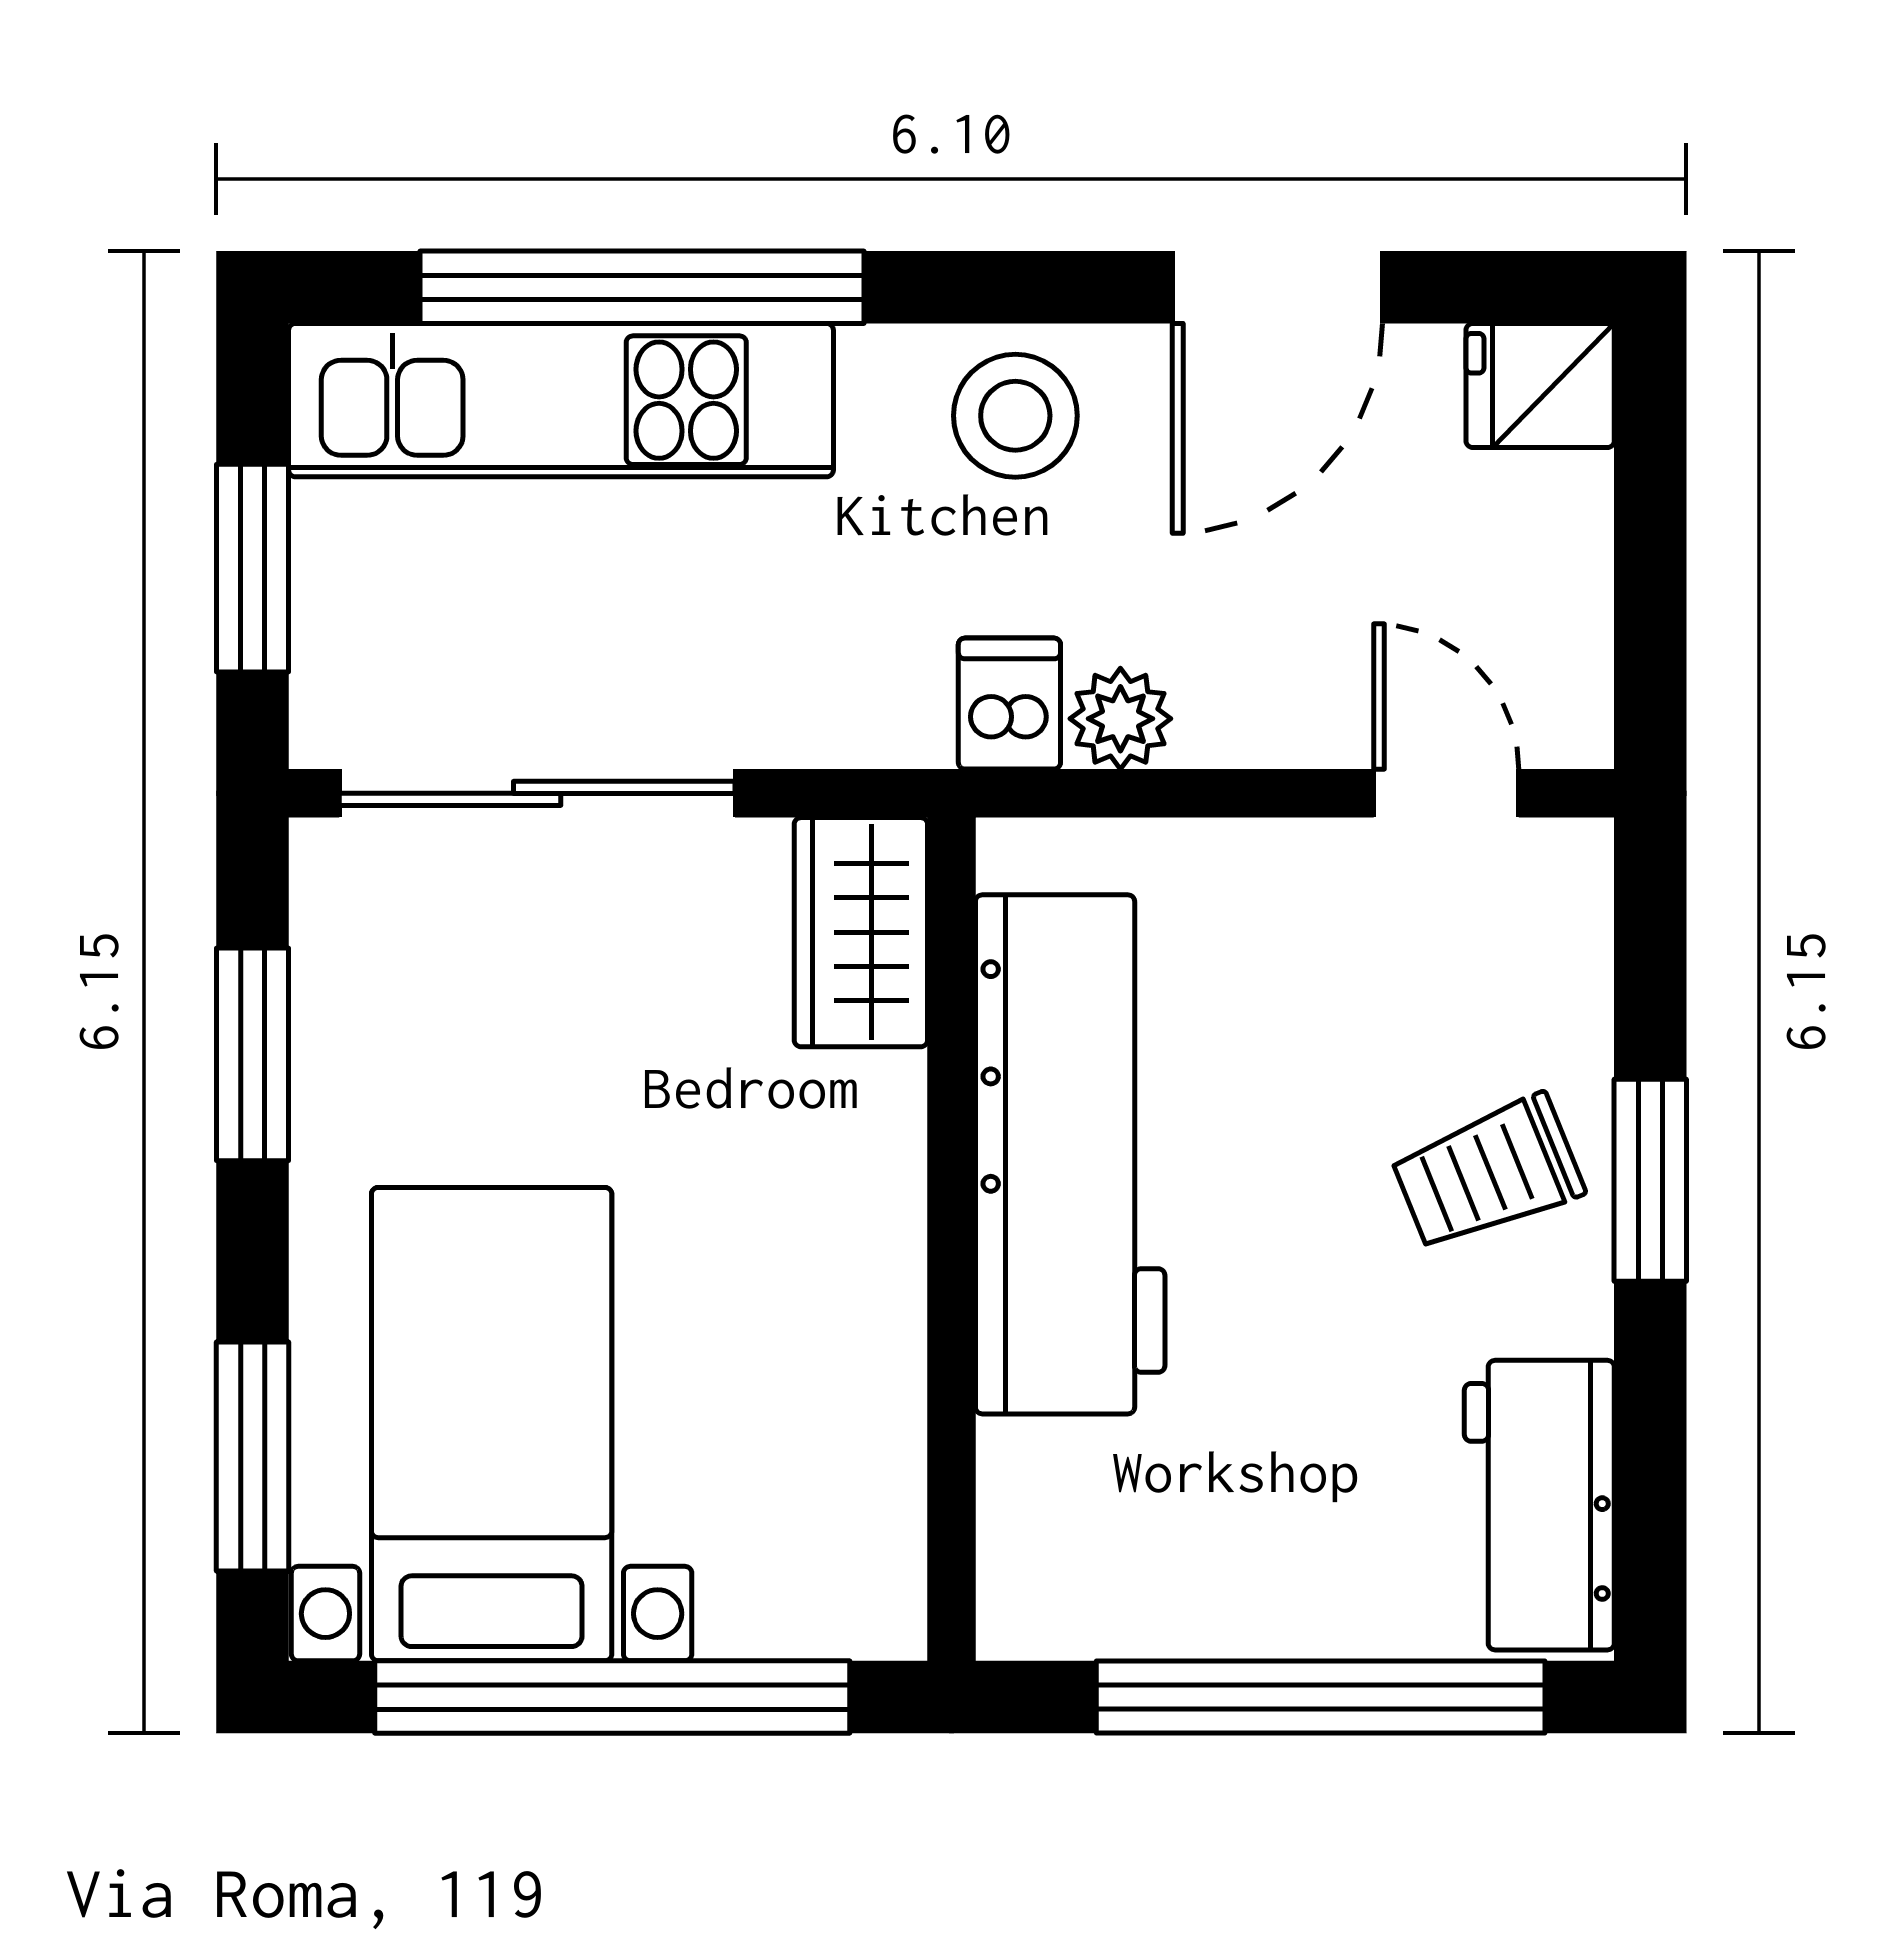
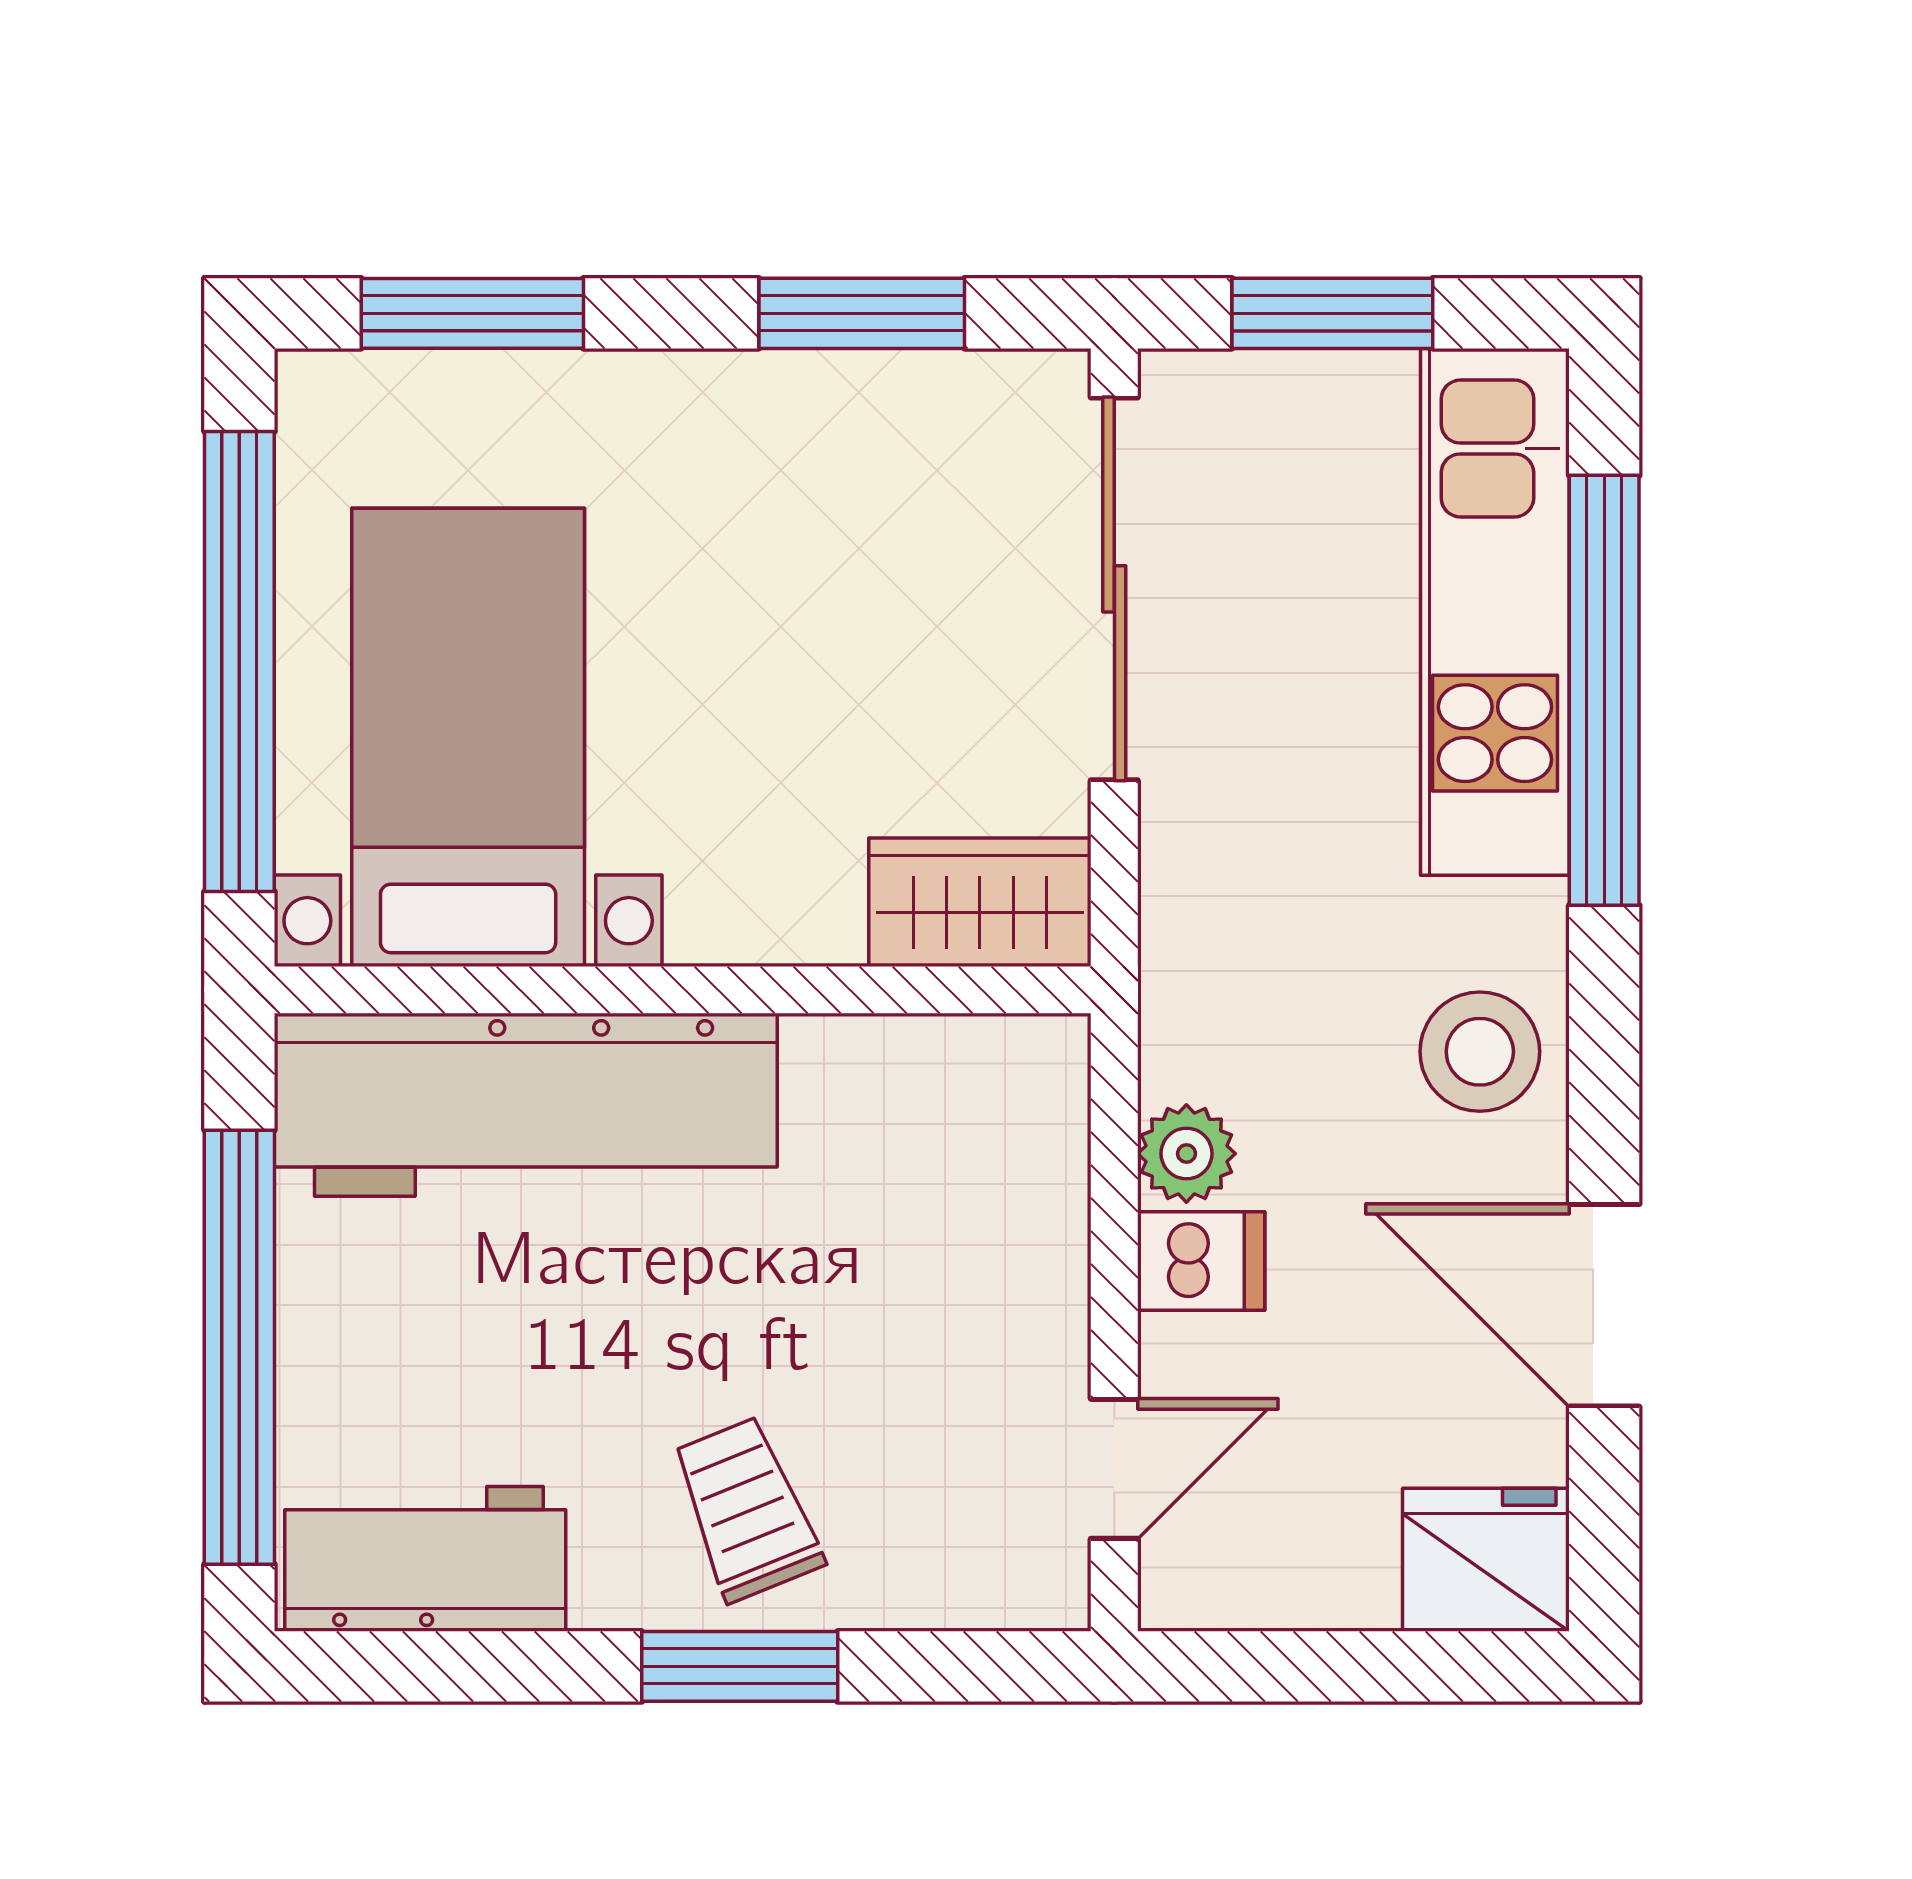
fridge: (1540, 386) -> (1486, 1560), width x1.38
dishwasher: (1009, 704) -> (1201, 1261), moved
workbench: (1070, 1154) -> (526, 1105), moved
bed with nightstands: (492, 1424) -> (468, 737), moved, turned -90

